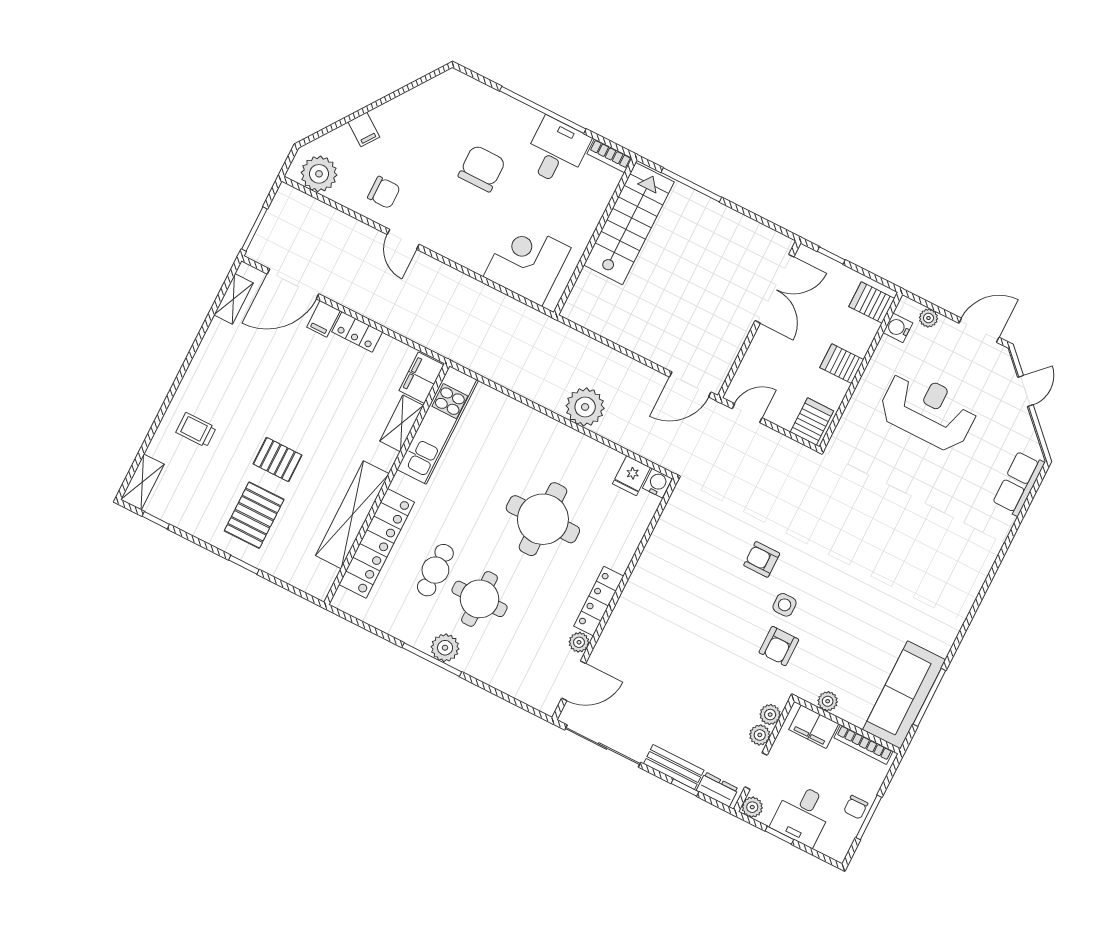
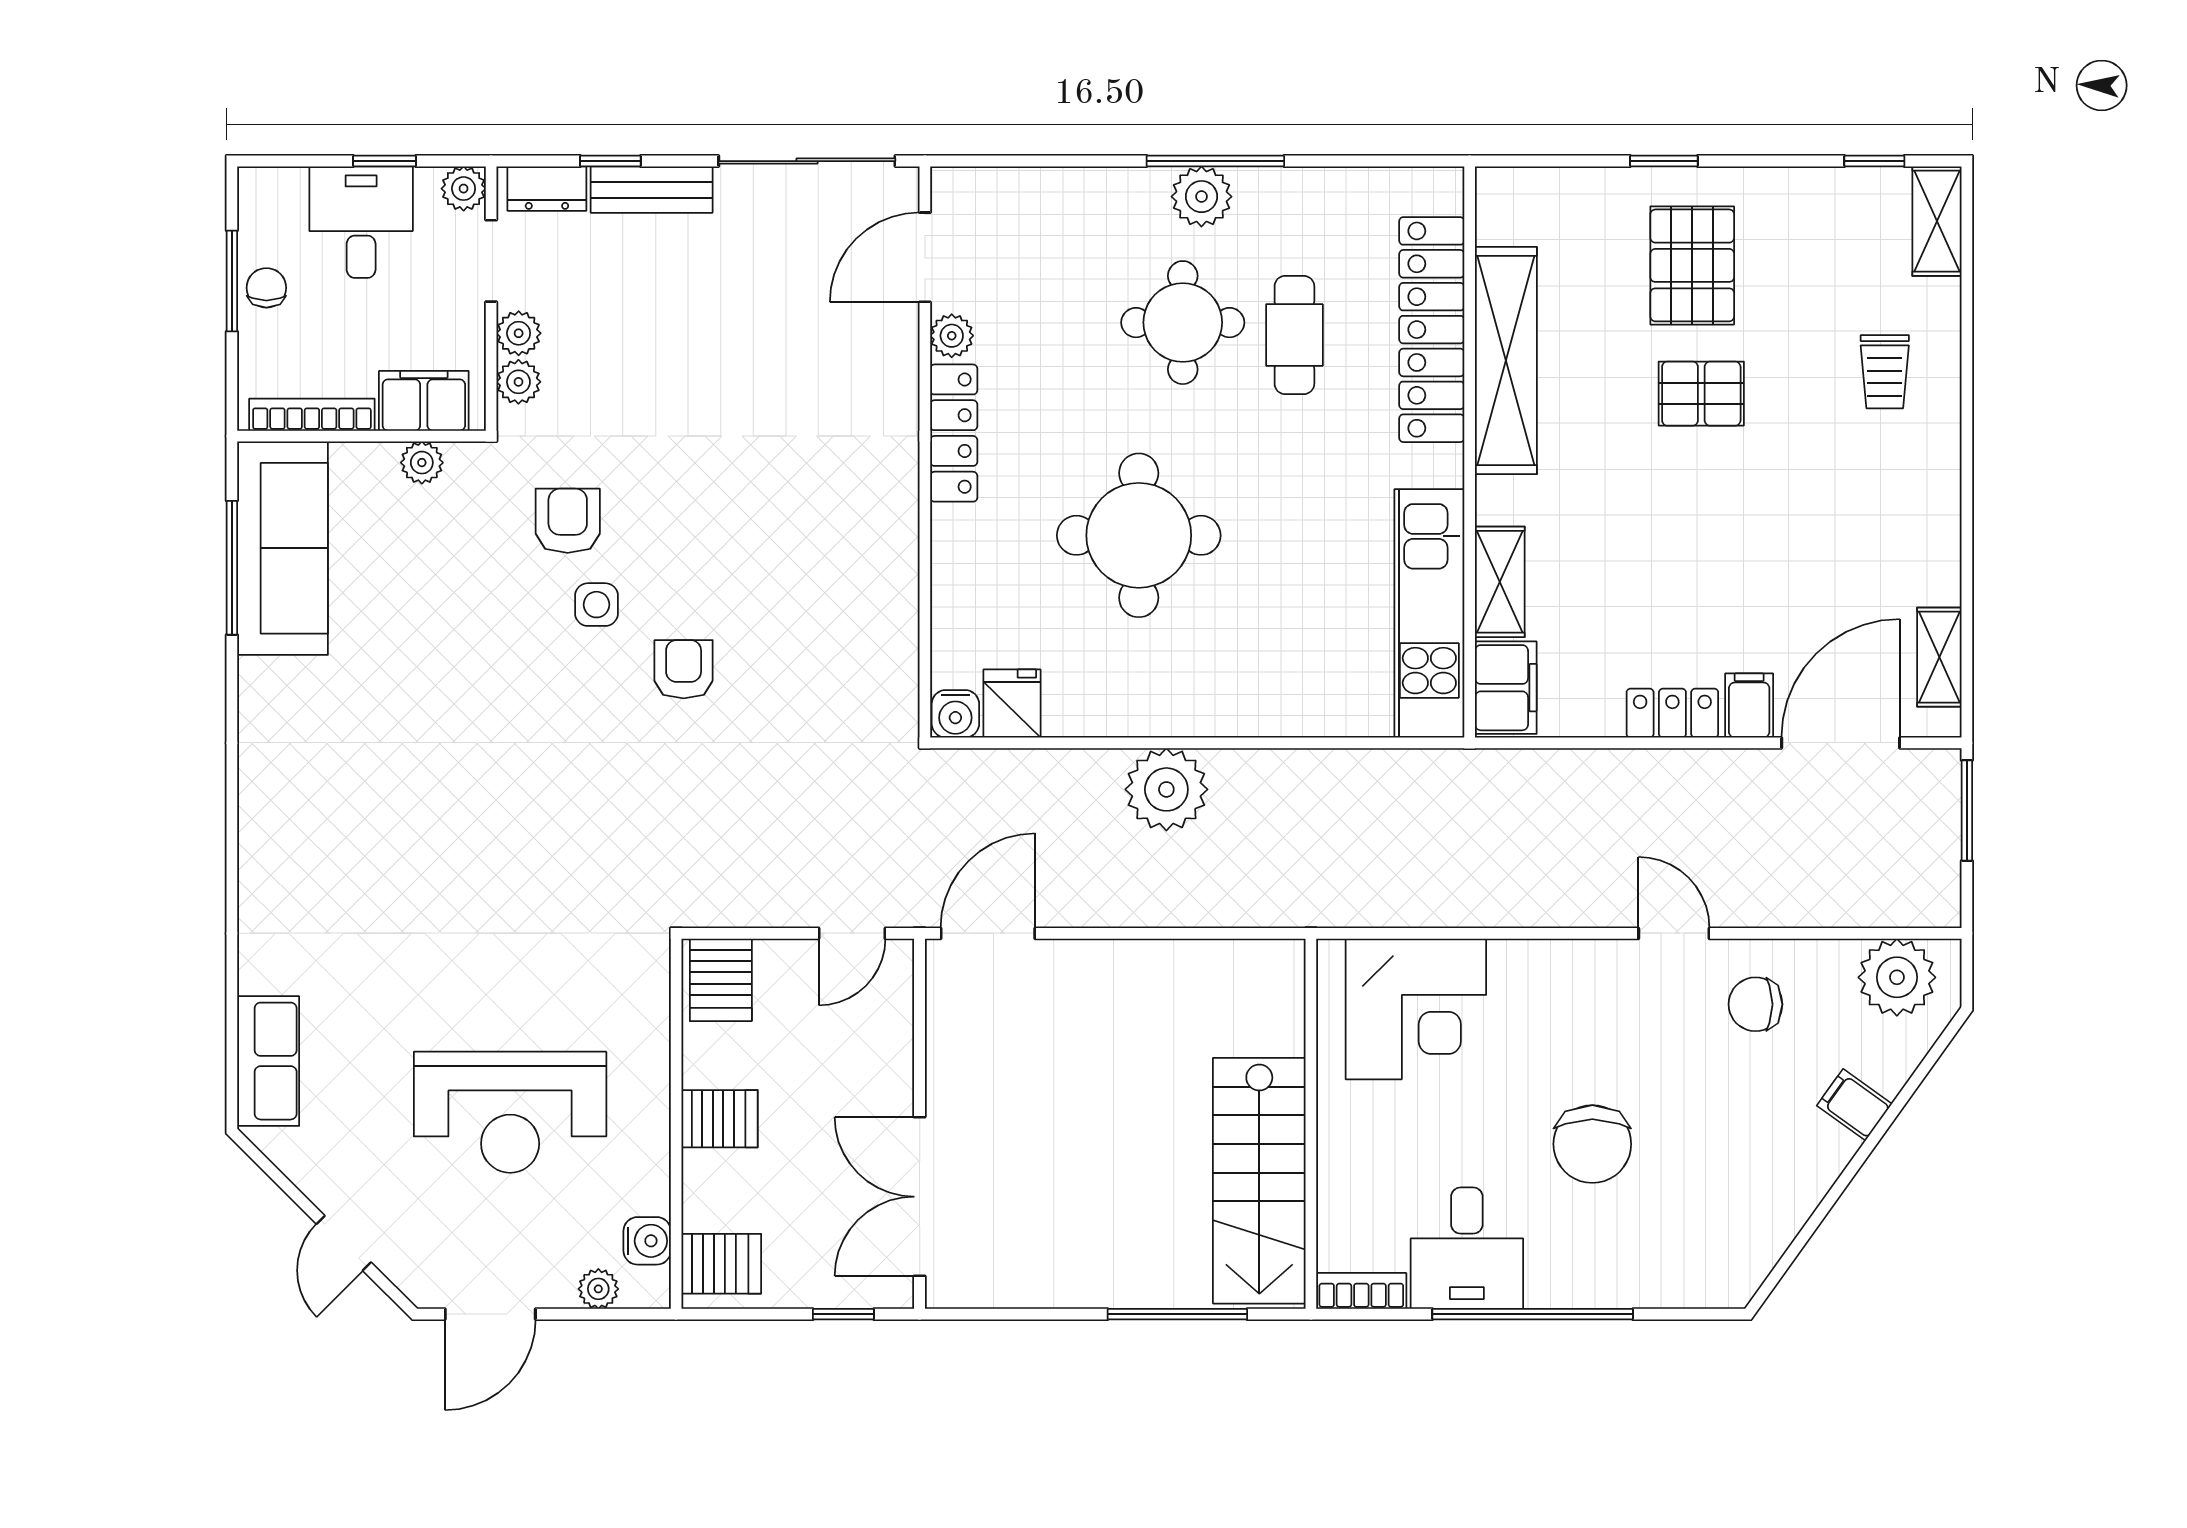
trolley: (196, 430) -> (1885, 372), turned 90
armchair: (762, 559) -> (684, 669), turned -90

